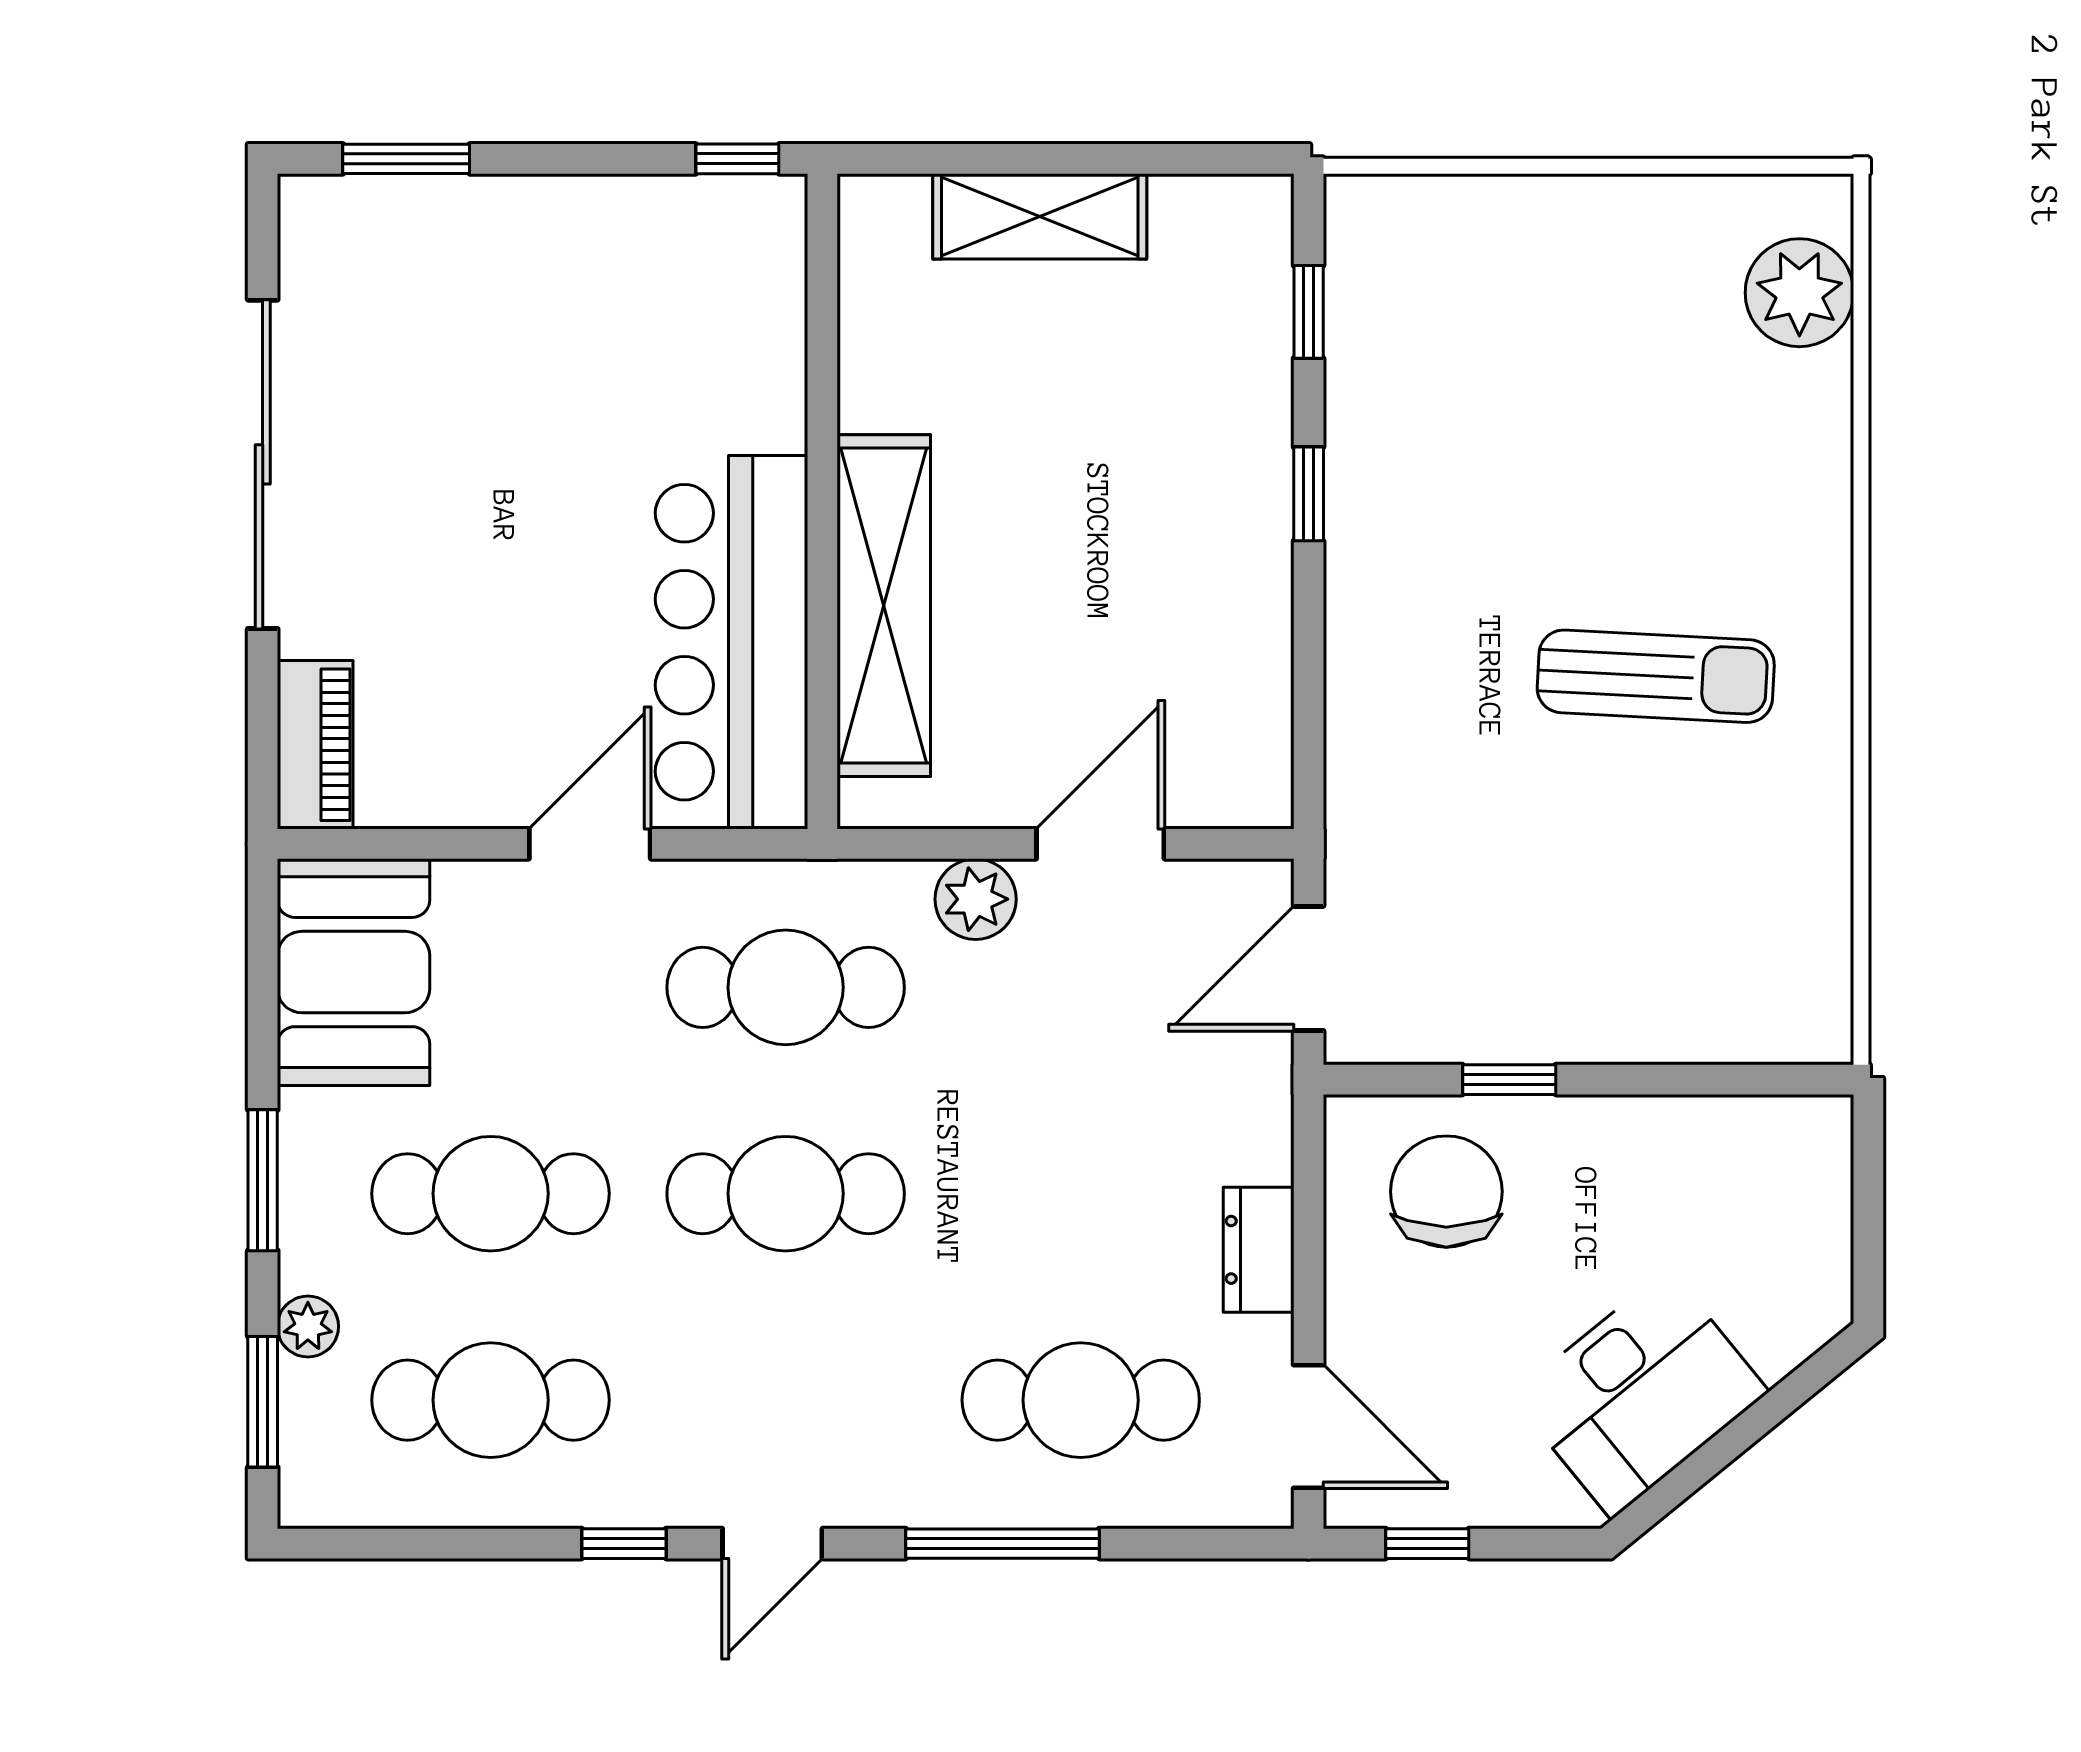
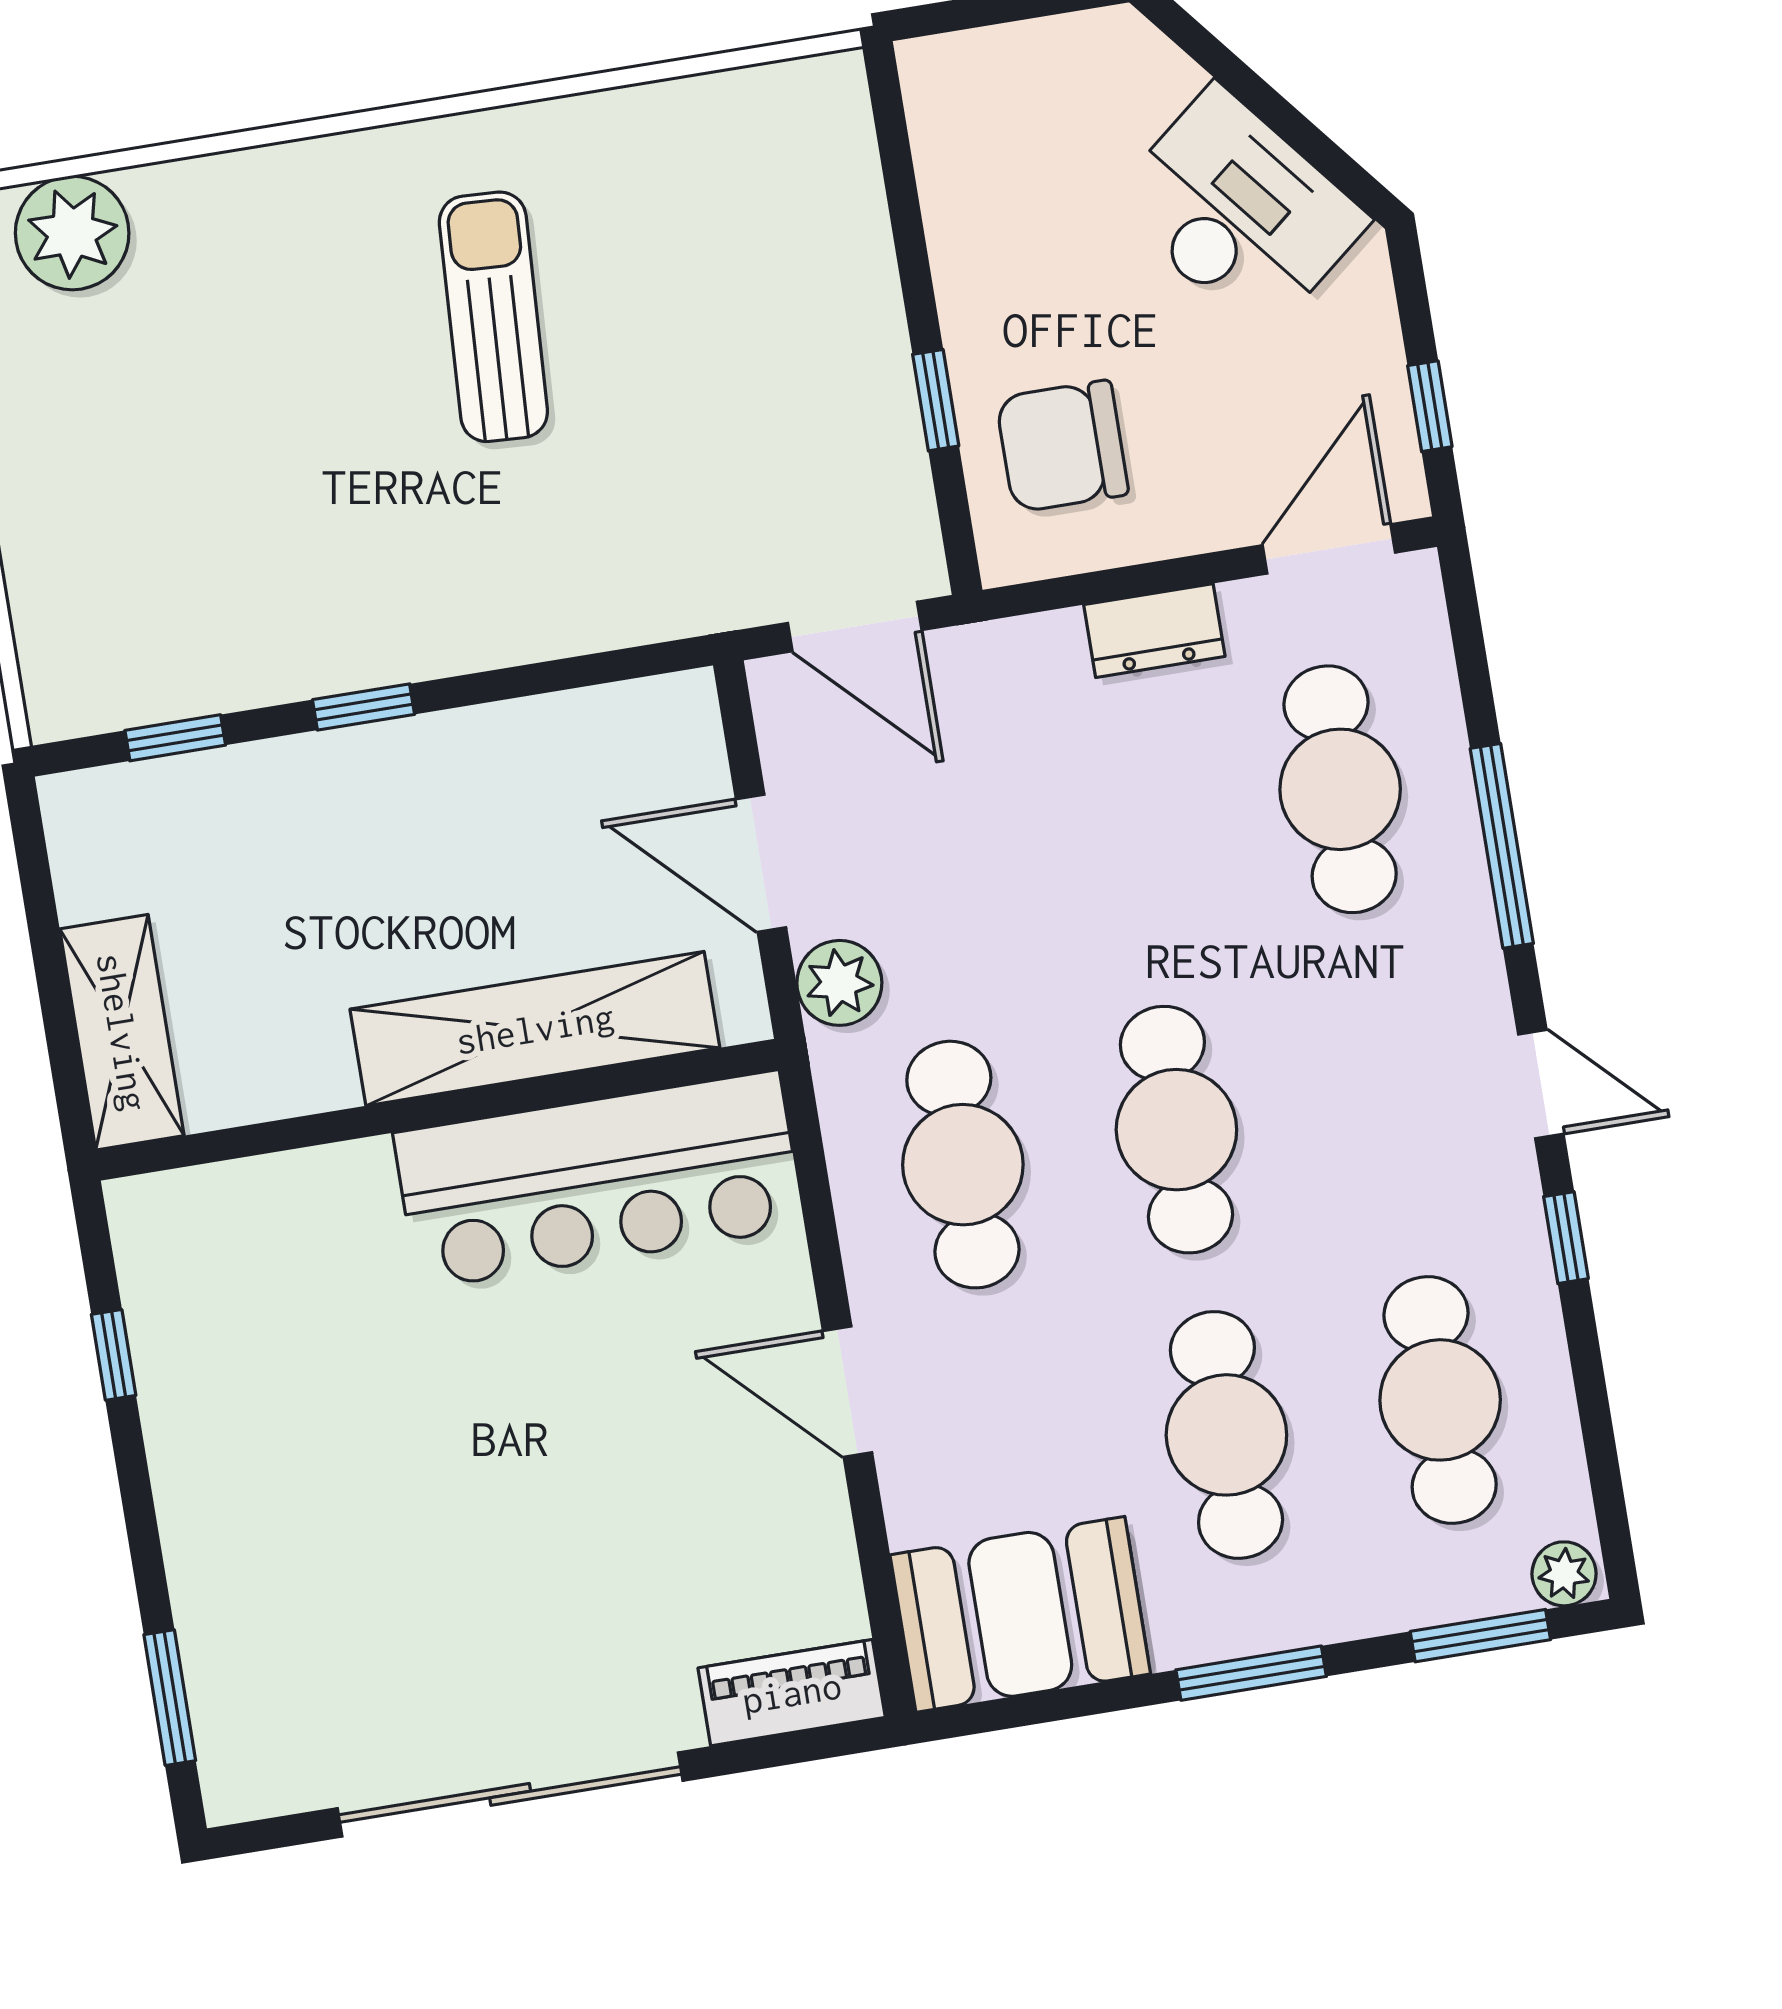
wall: (822, 501) -> (437, 1110), moved
shelving: (884, 606) -> (535, 1029), moved
bar counter: (732, 642) -> (599, 1180), moved
plant: (308, 1326) -> (1564, 1574), moved

